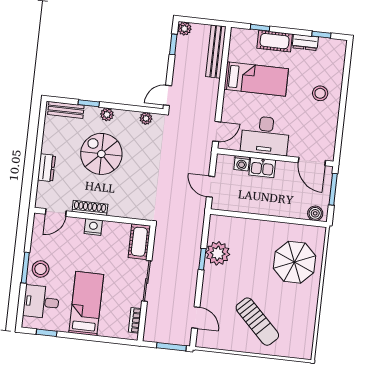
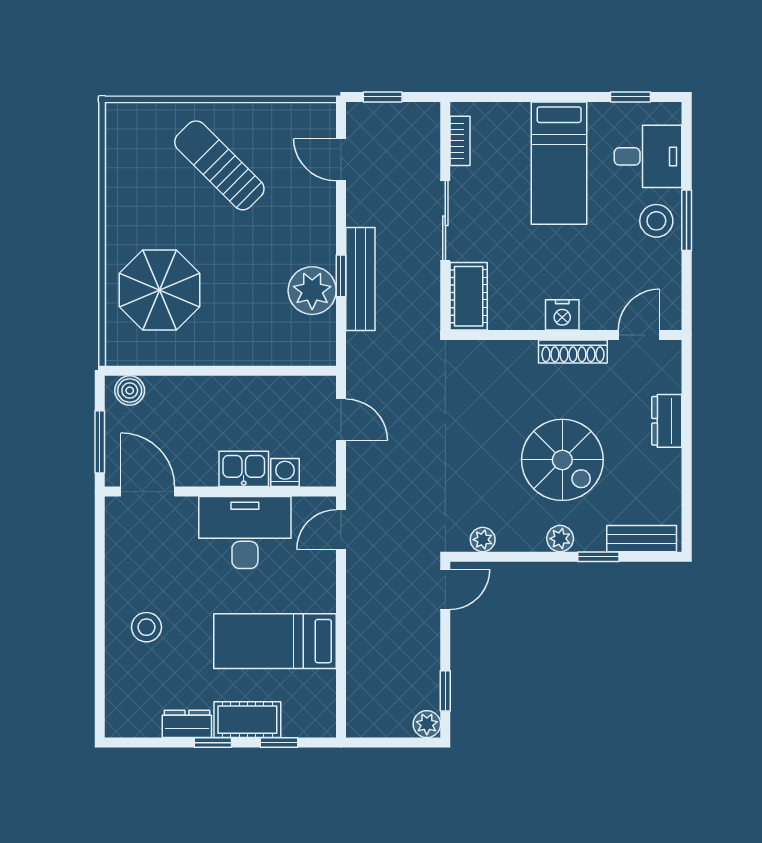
window: (321, 35) -> (213, 743), moved
bench: (216, 52) -> (360, 279), moved
window: (171, 347) -> (383, 97), width x0.67

